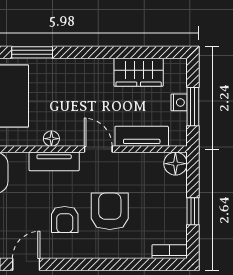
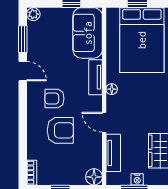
door: (98, 149) -> (104, 122), swing flipped
tv unit: (54, 161) -> (96, 77), moved

